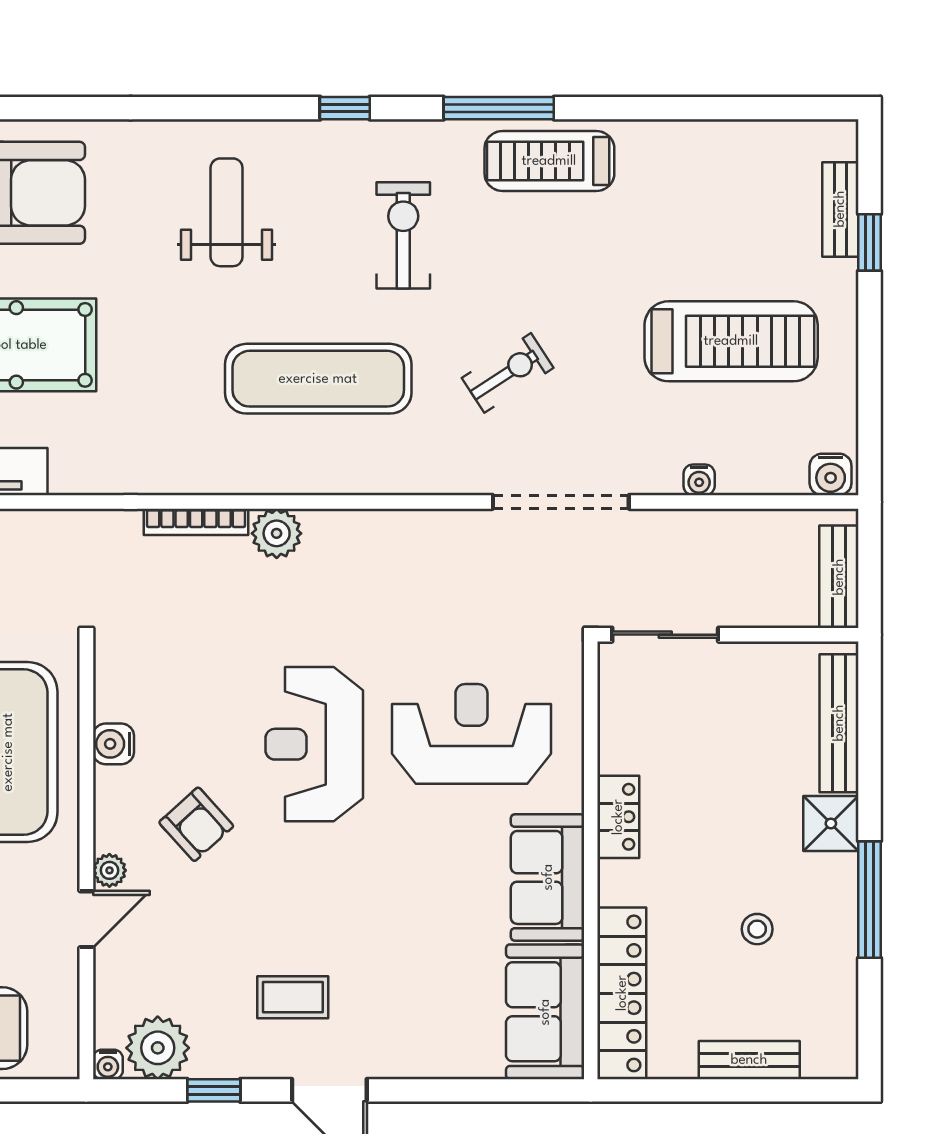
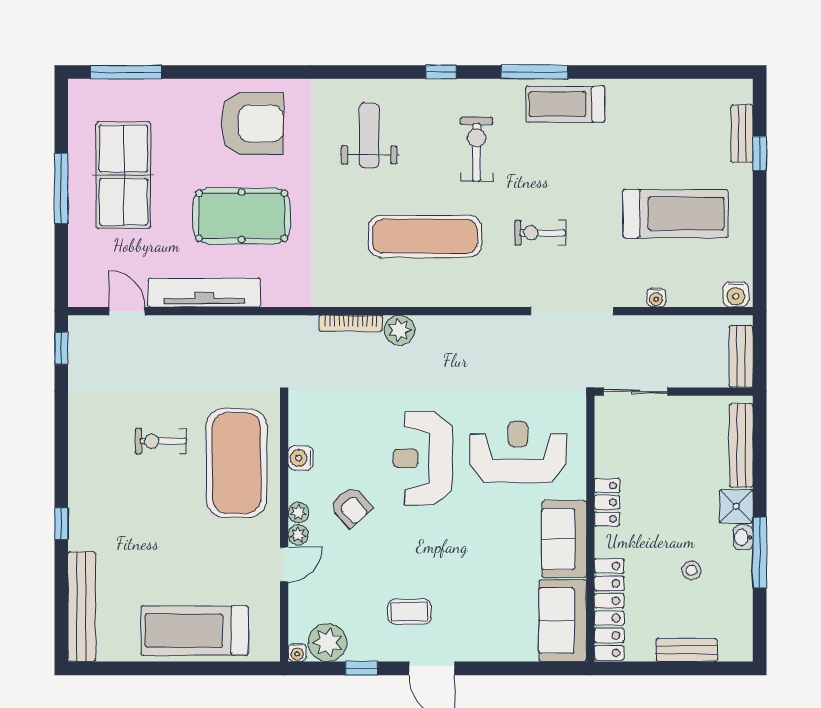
exercise bike: (508, 373) -> (540, 233), turned -147
plant: (110, 834) -> (298, 512), added
washbasin: (842, 875) -> (743, 537), added

